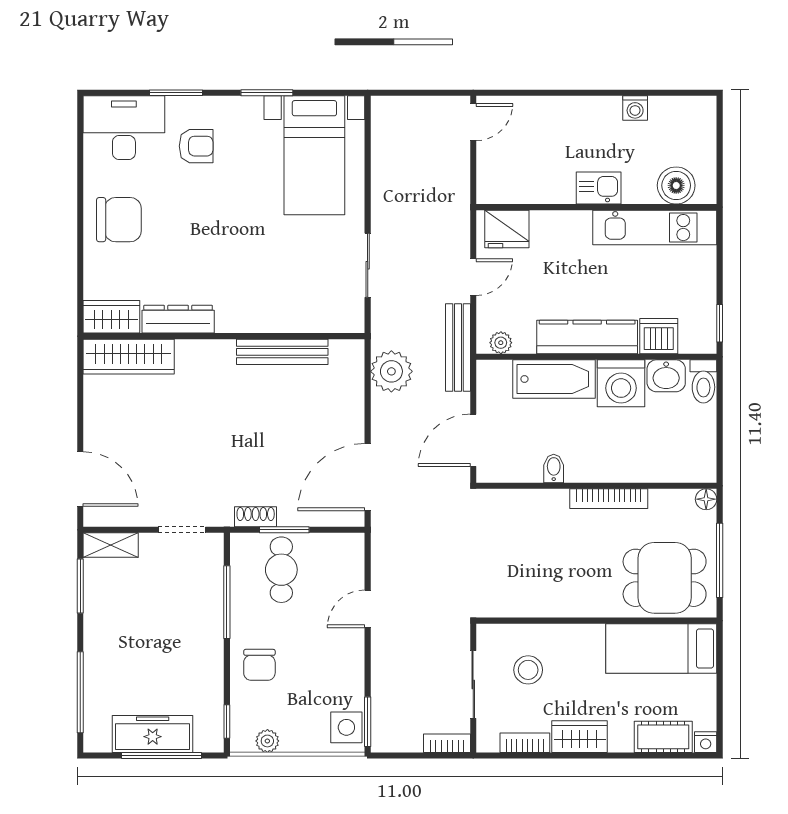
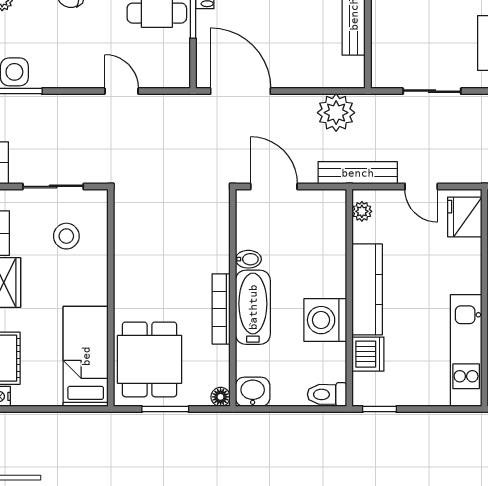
washbasin: (666, 376) -> (253, 392), moved, turned 90
bathtub: (554, 379) -> (253, 307), moved, turned 180
window: (720, 560) -> (165, 409), width x0.69

